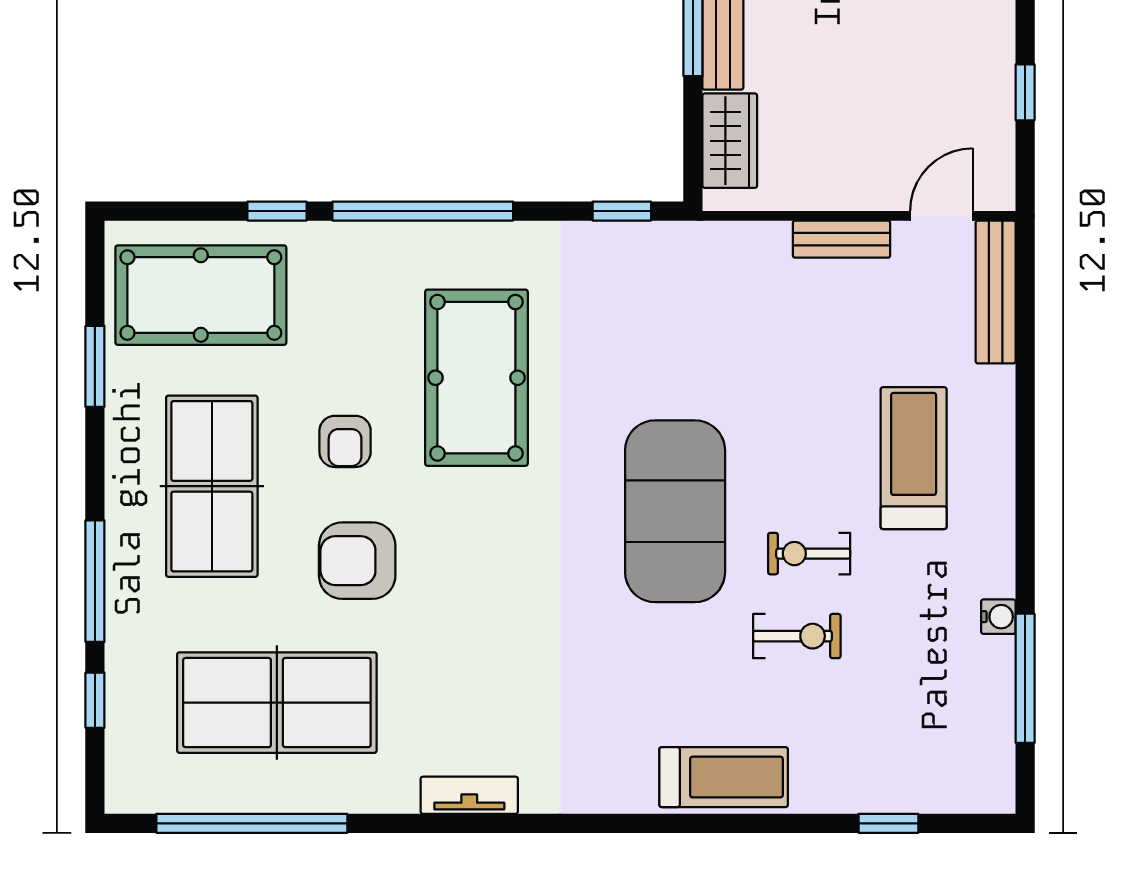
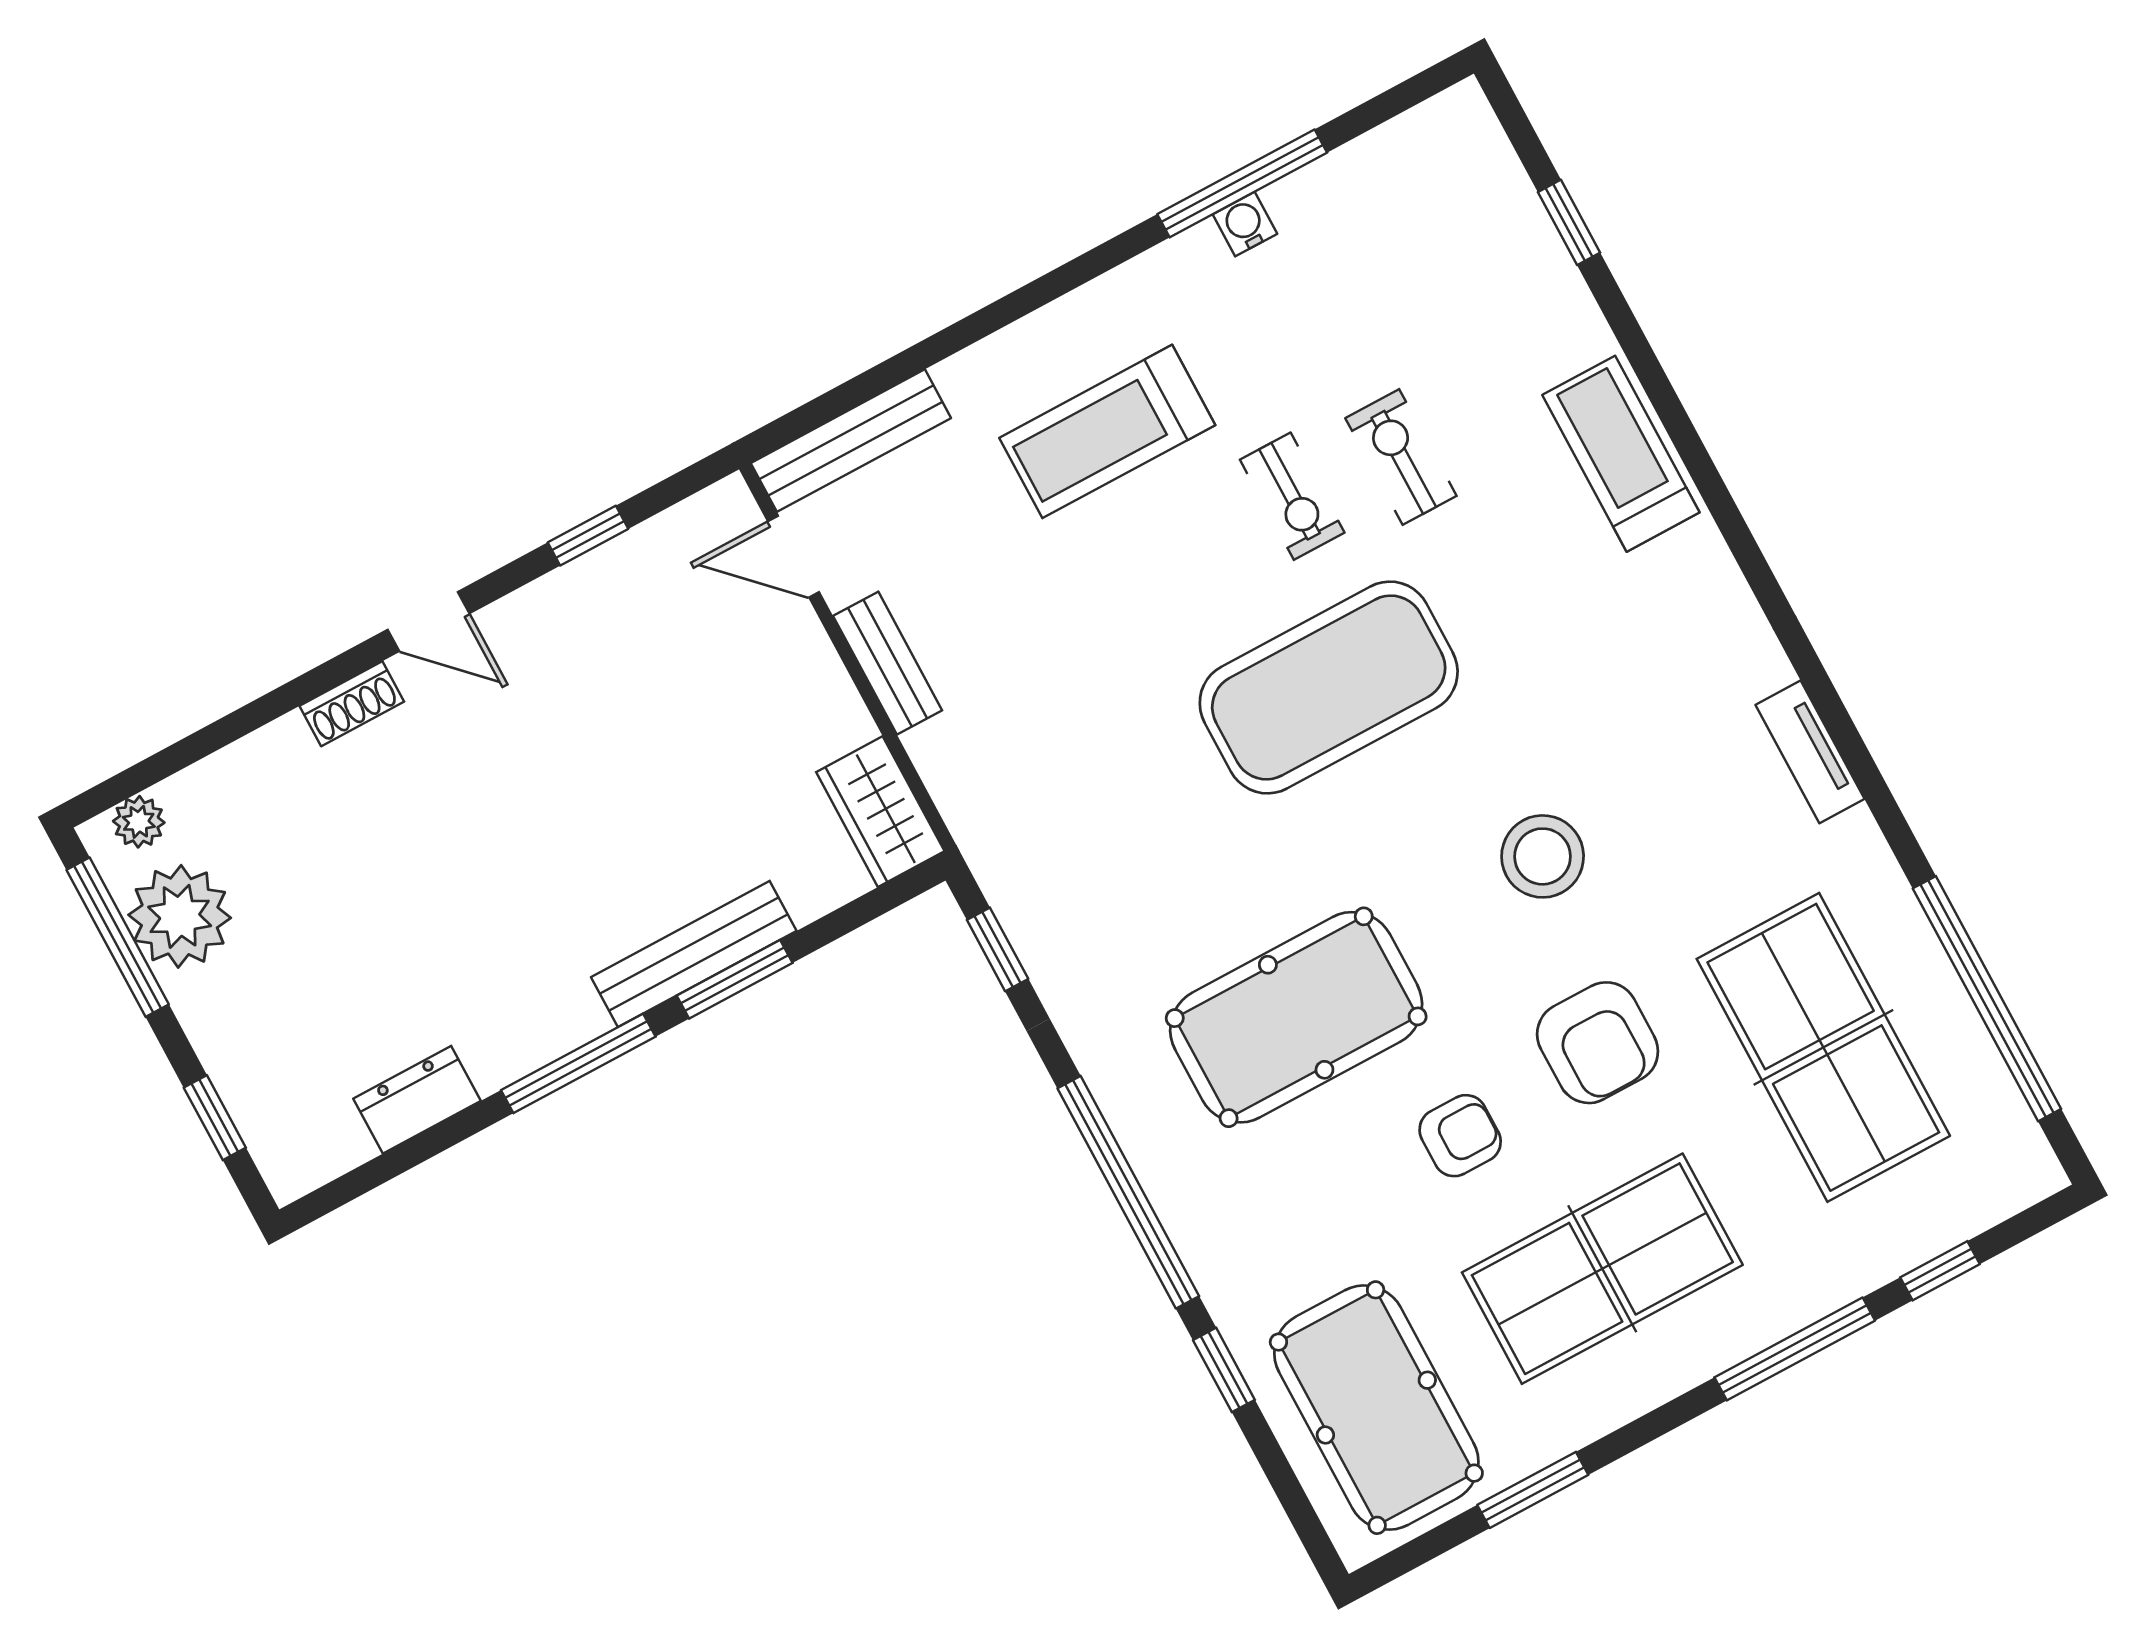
wardrobe: (730, 141) -> (880, 812), moved, turned -90
stool: (494, 589) -> (1543, 856), added
window: (1025, 678) -> (1242, 183), moved

